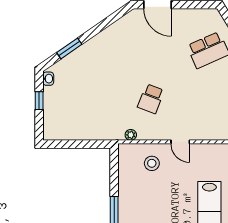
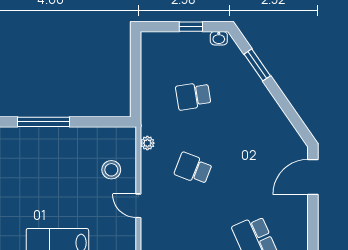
school desk: (94, 99) -> (193, 96), added
door: (180, 142) -> (138, 206), hinge flipped

